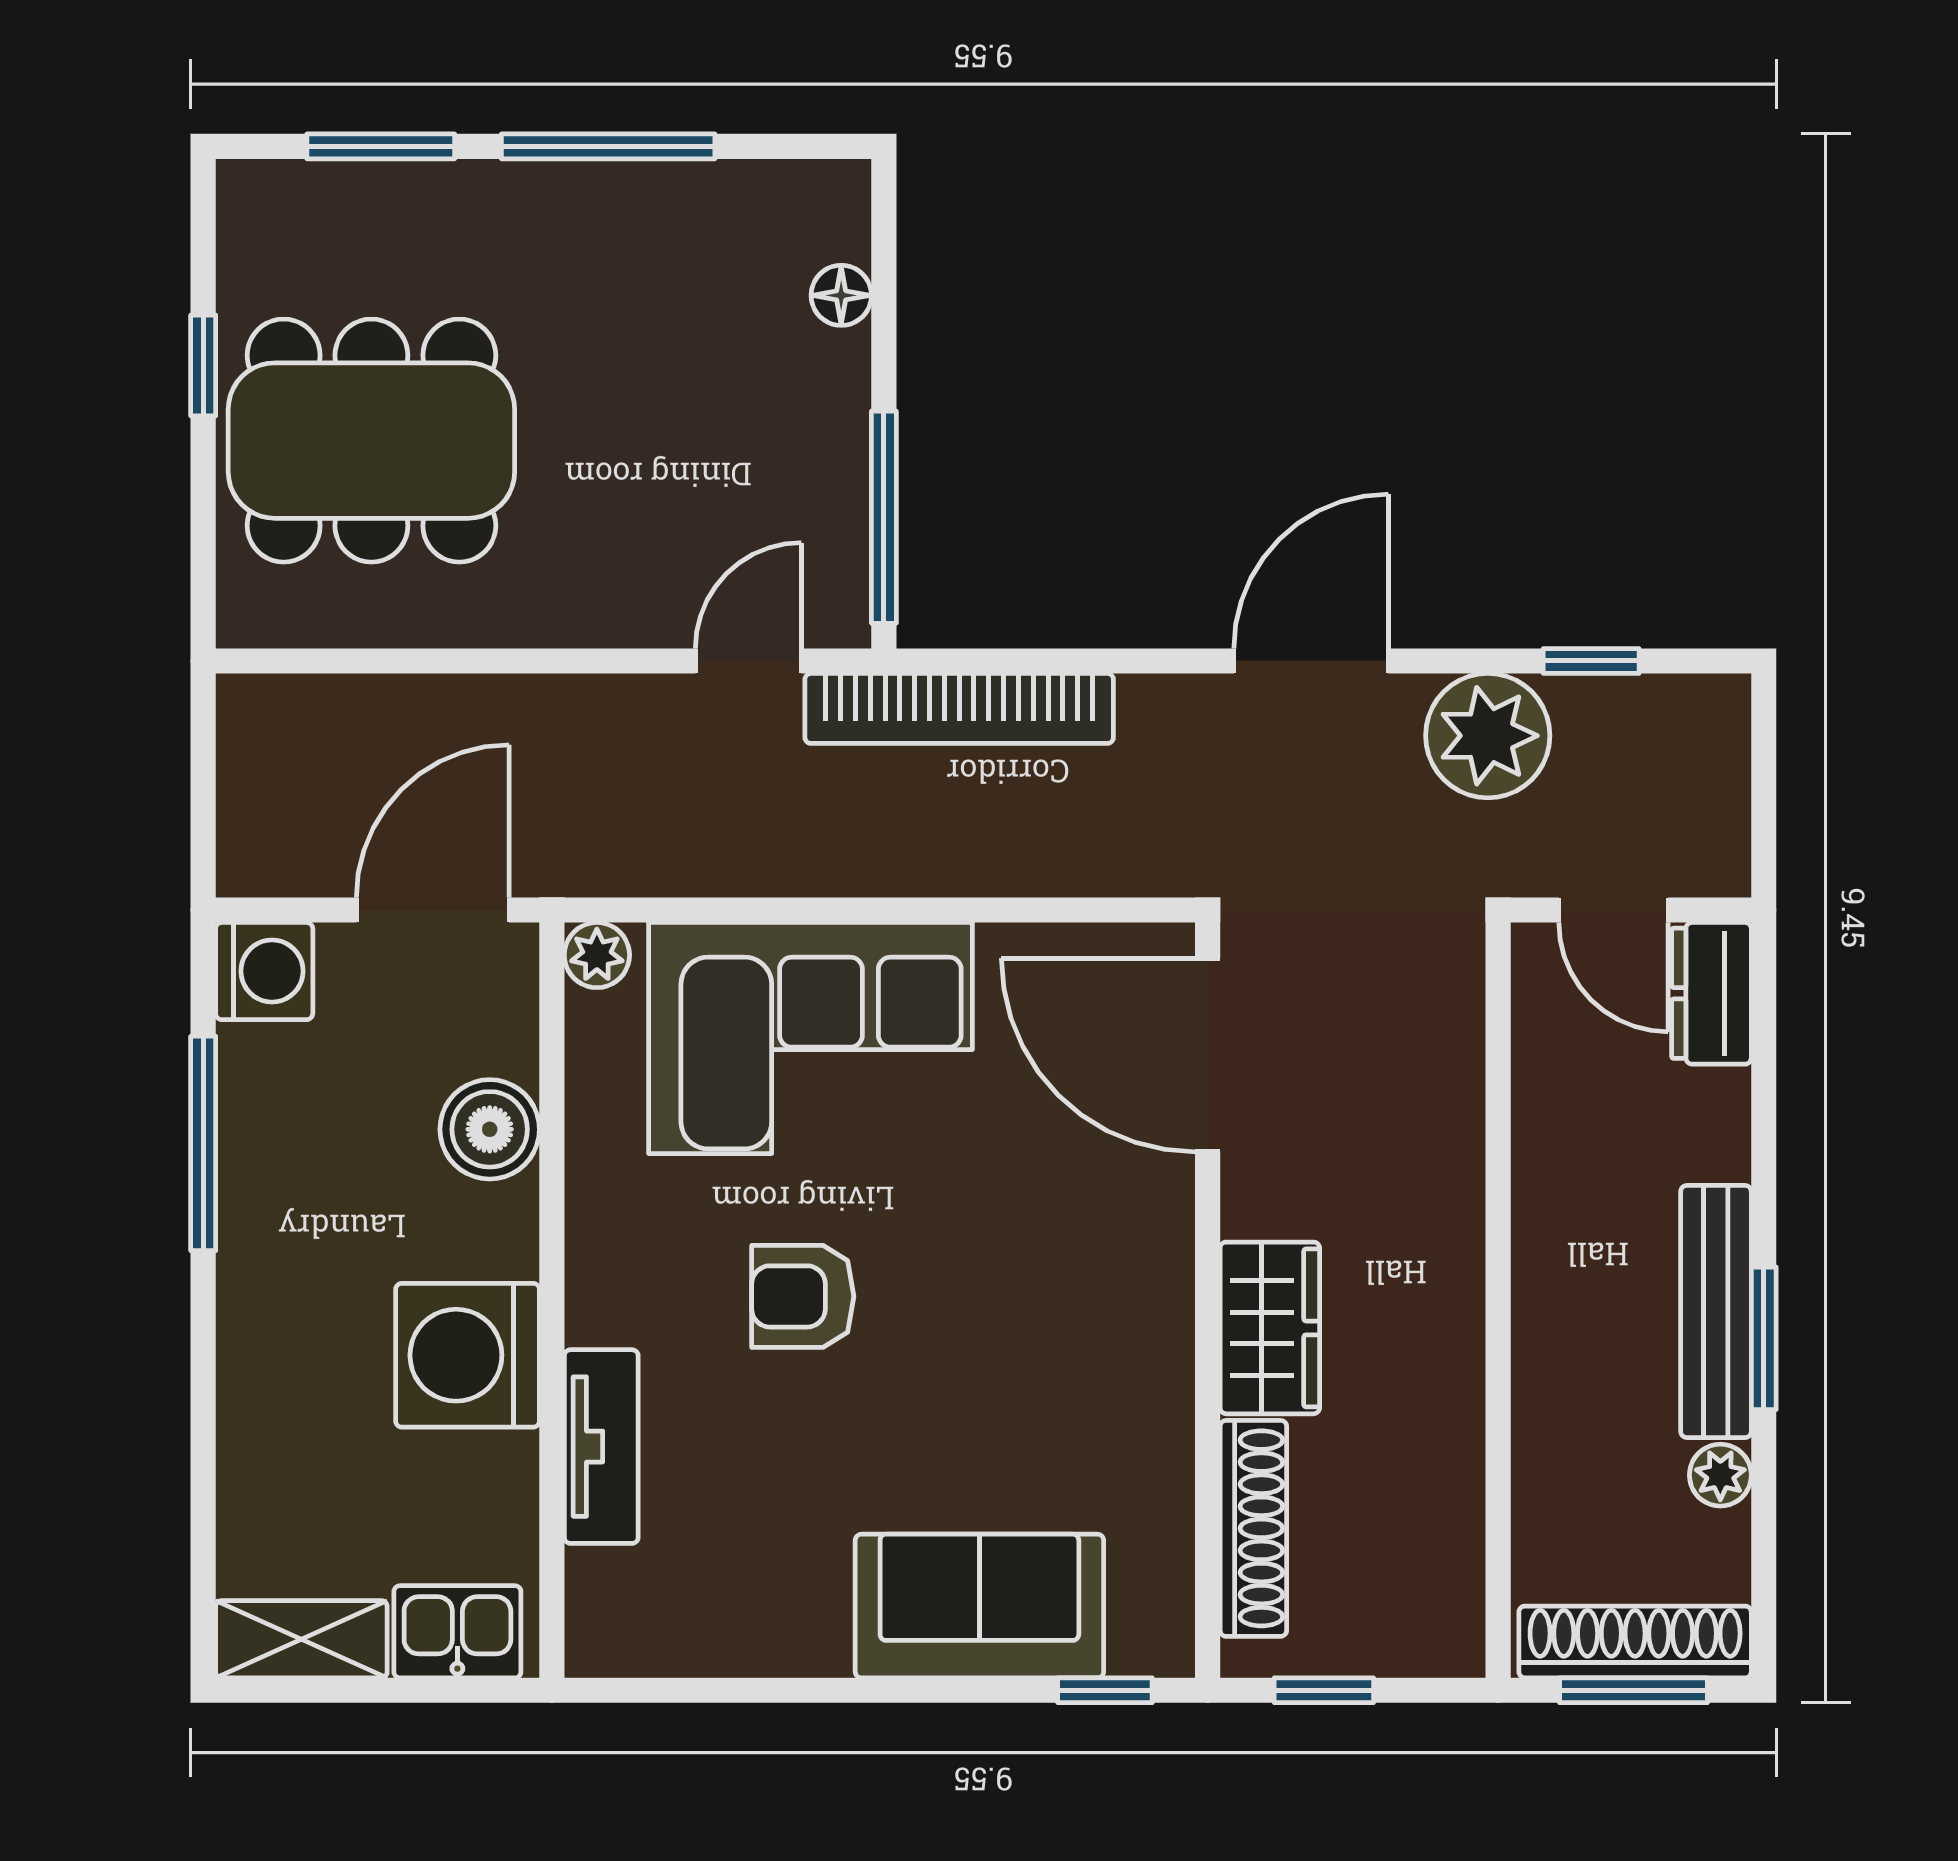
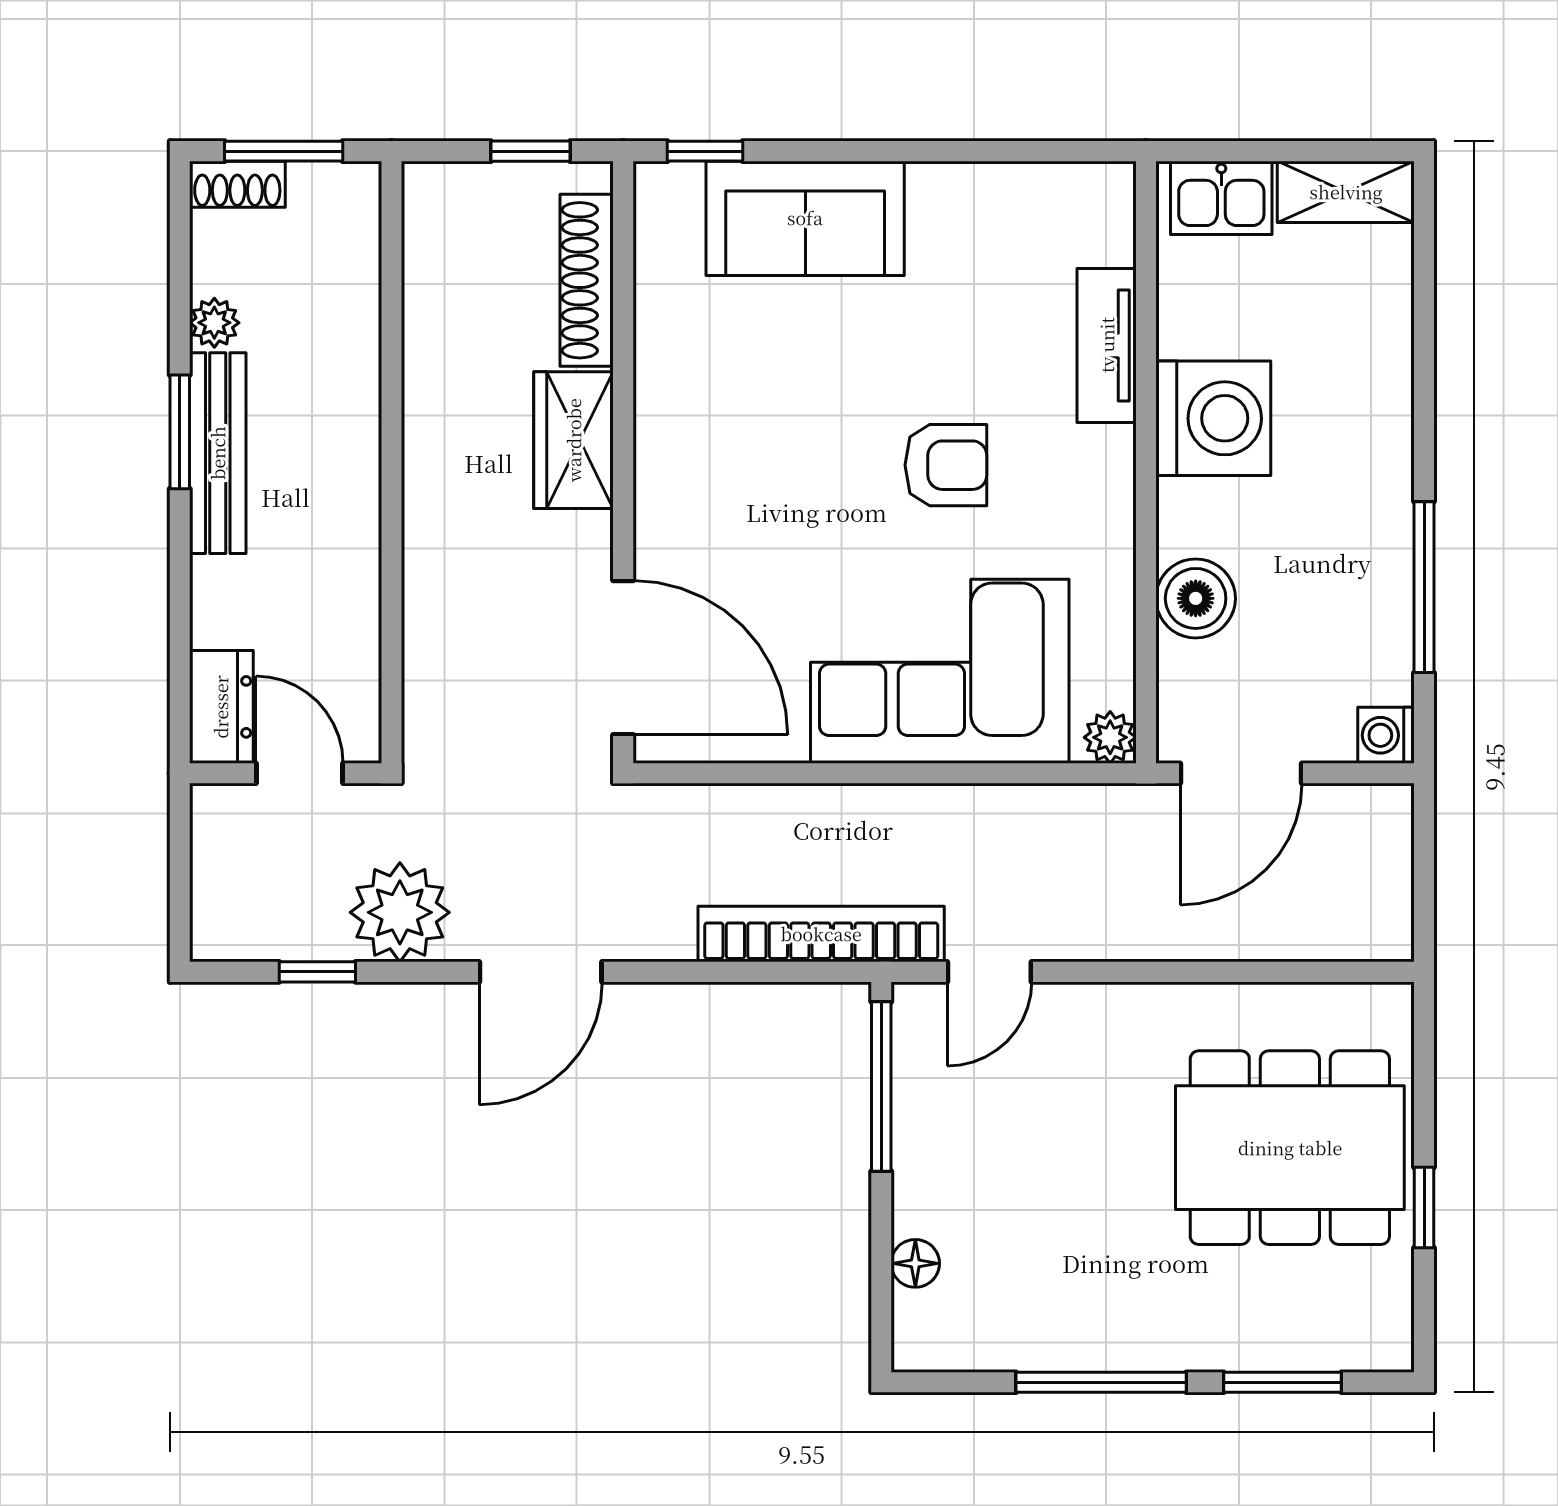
washing machine: (264, 971) -> (1386, 735), width x0.73, depth x0.73
shoe rack: (1635, 1642) -> (237, 184), width x0.51, depth x0.81

